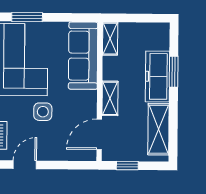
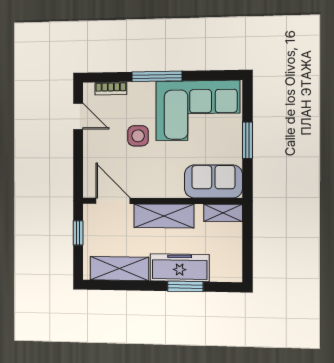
window: (27, 17) -> (248, 140), moved
sofa: (83, 56) -> (213, 181), width x0.73
shelving: (110, 98) -> (164, 216), width x1.50, depth x1.33

